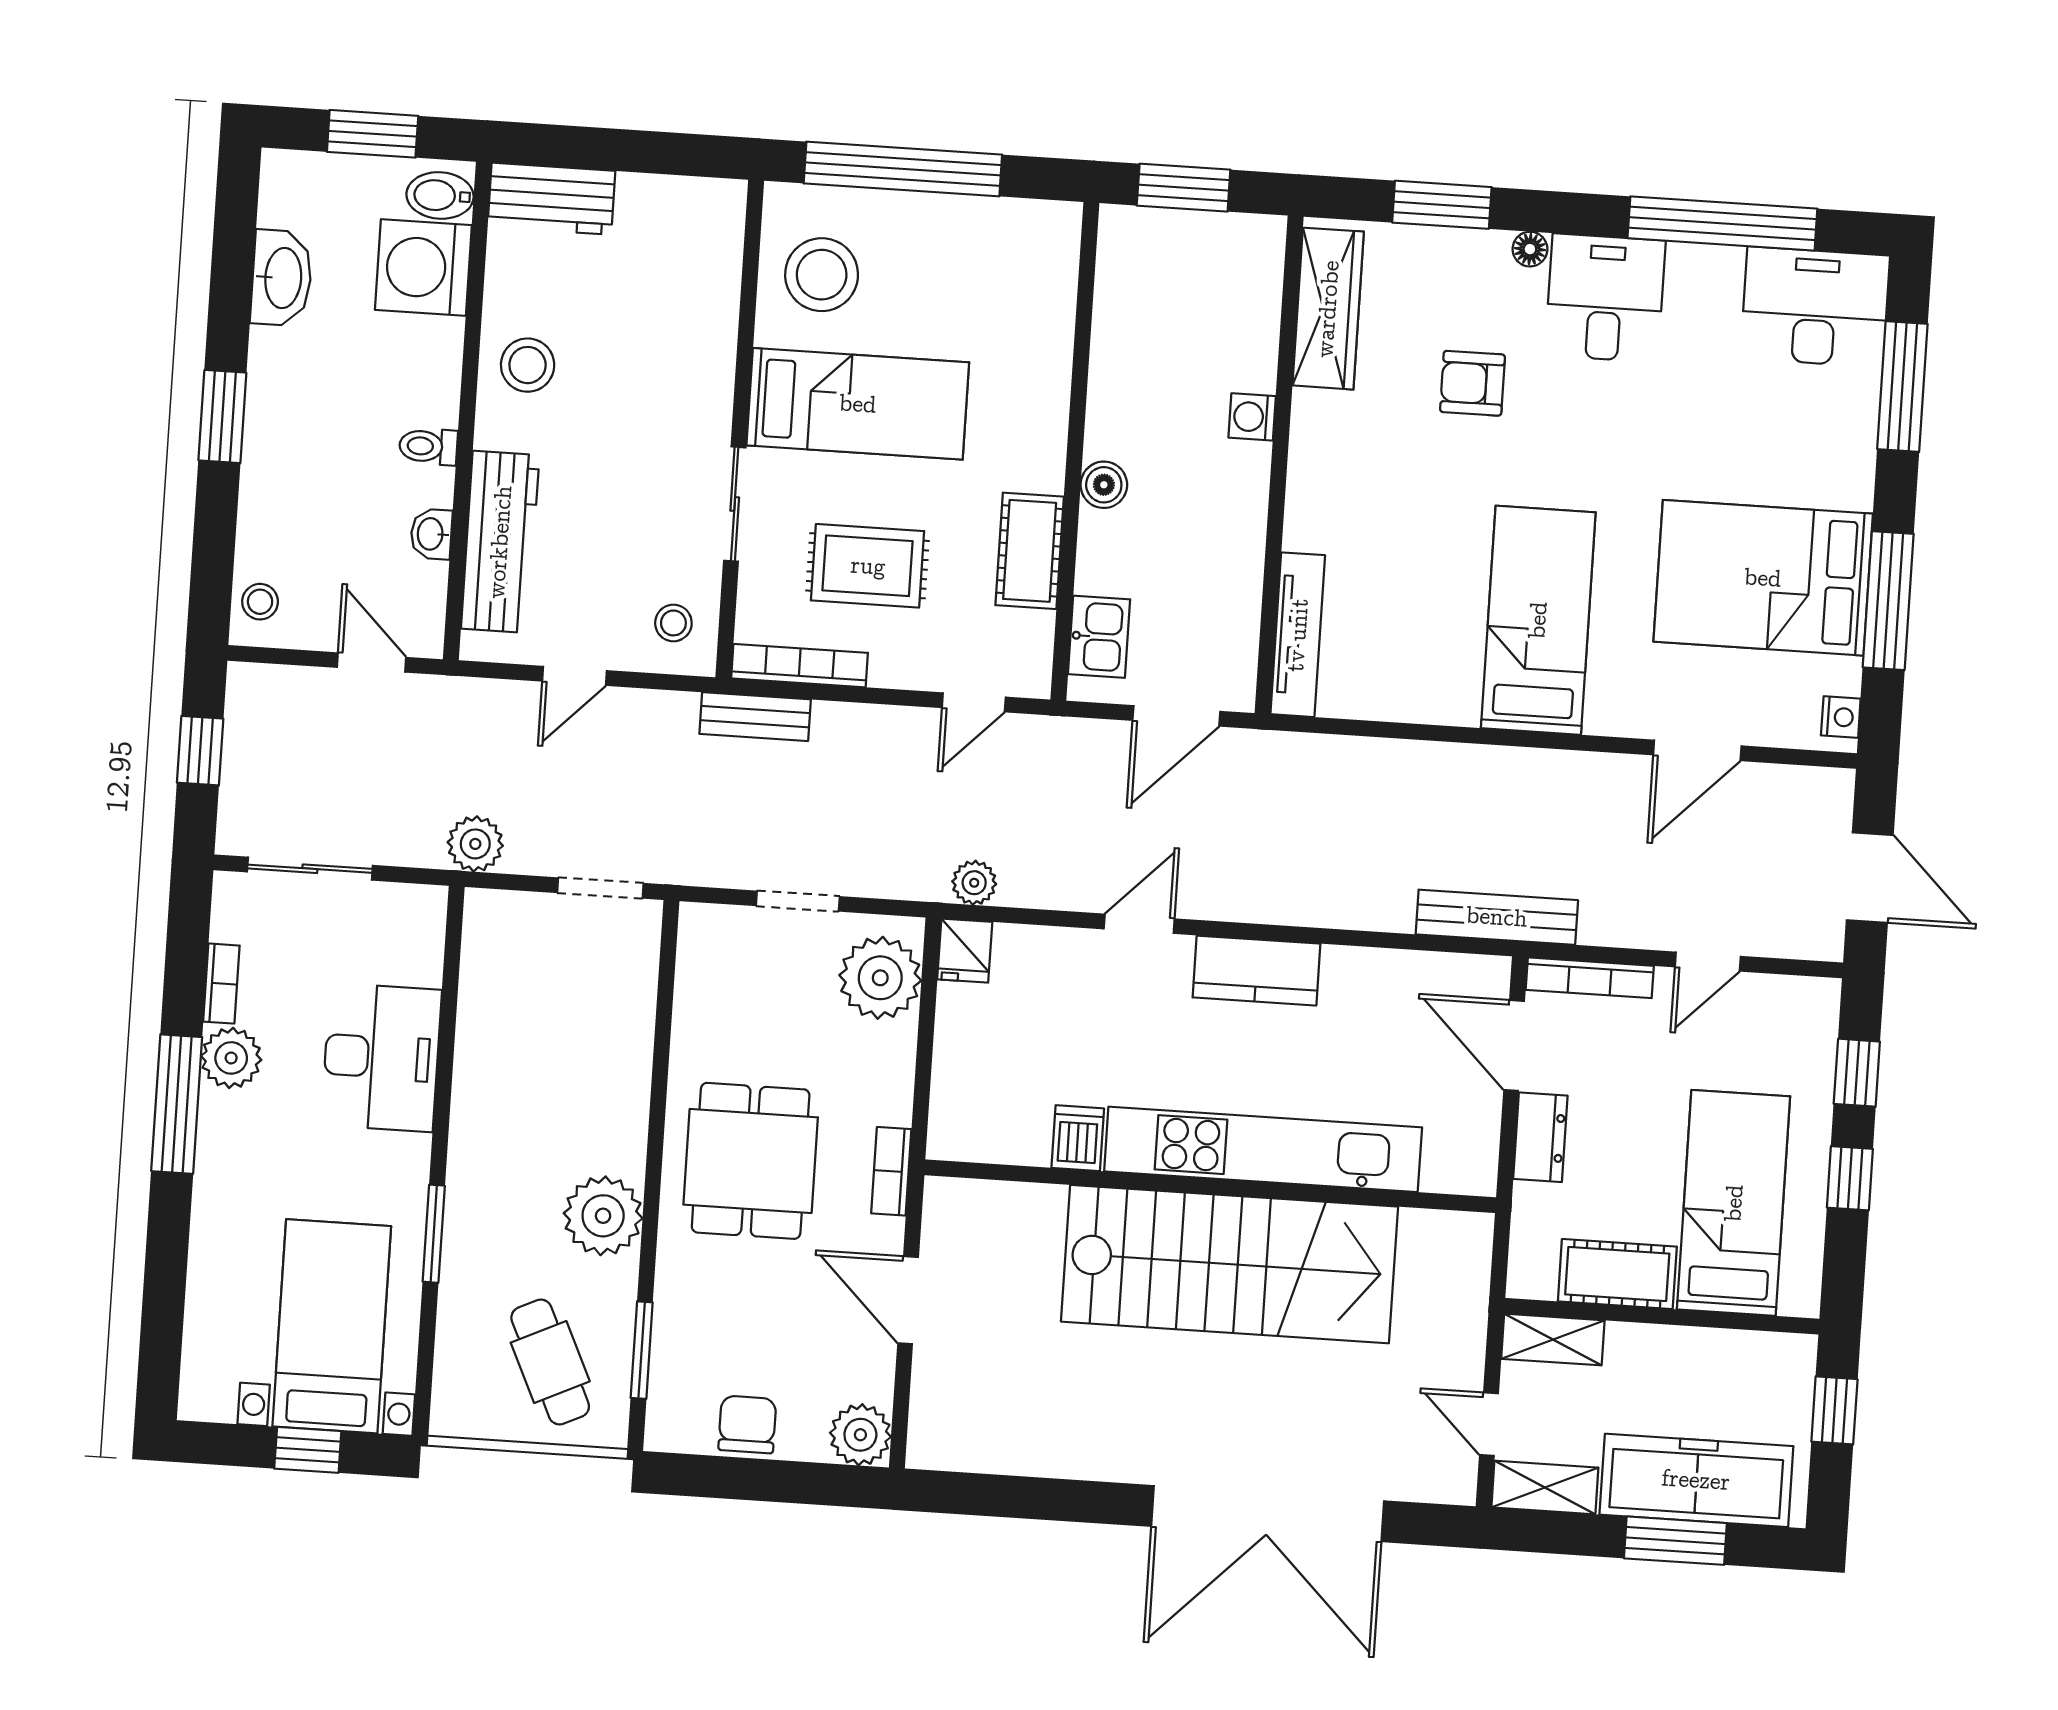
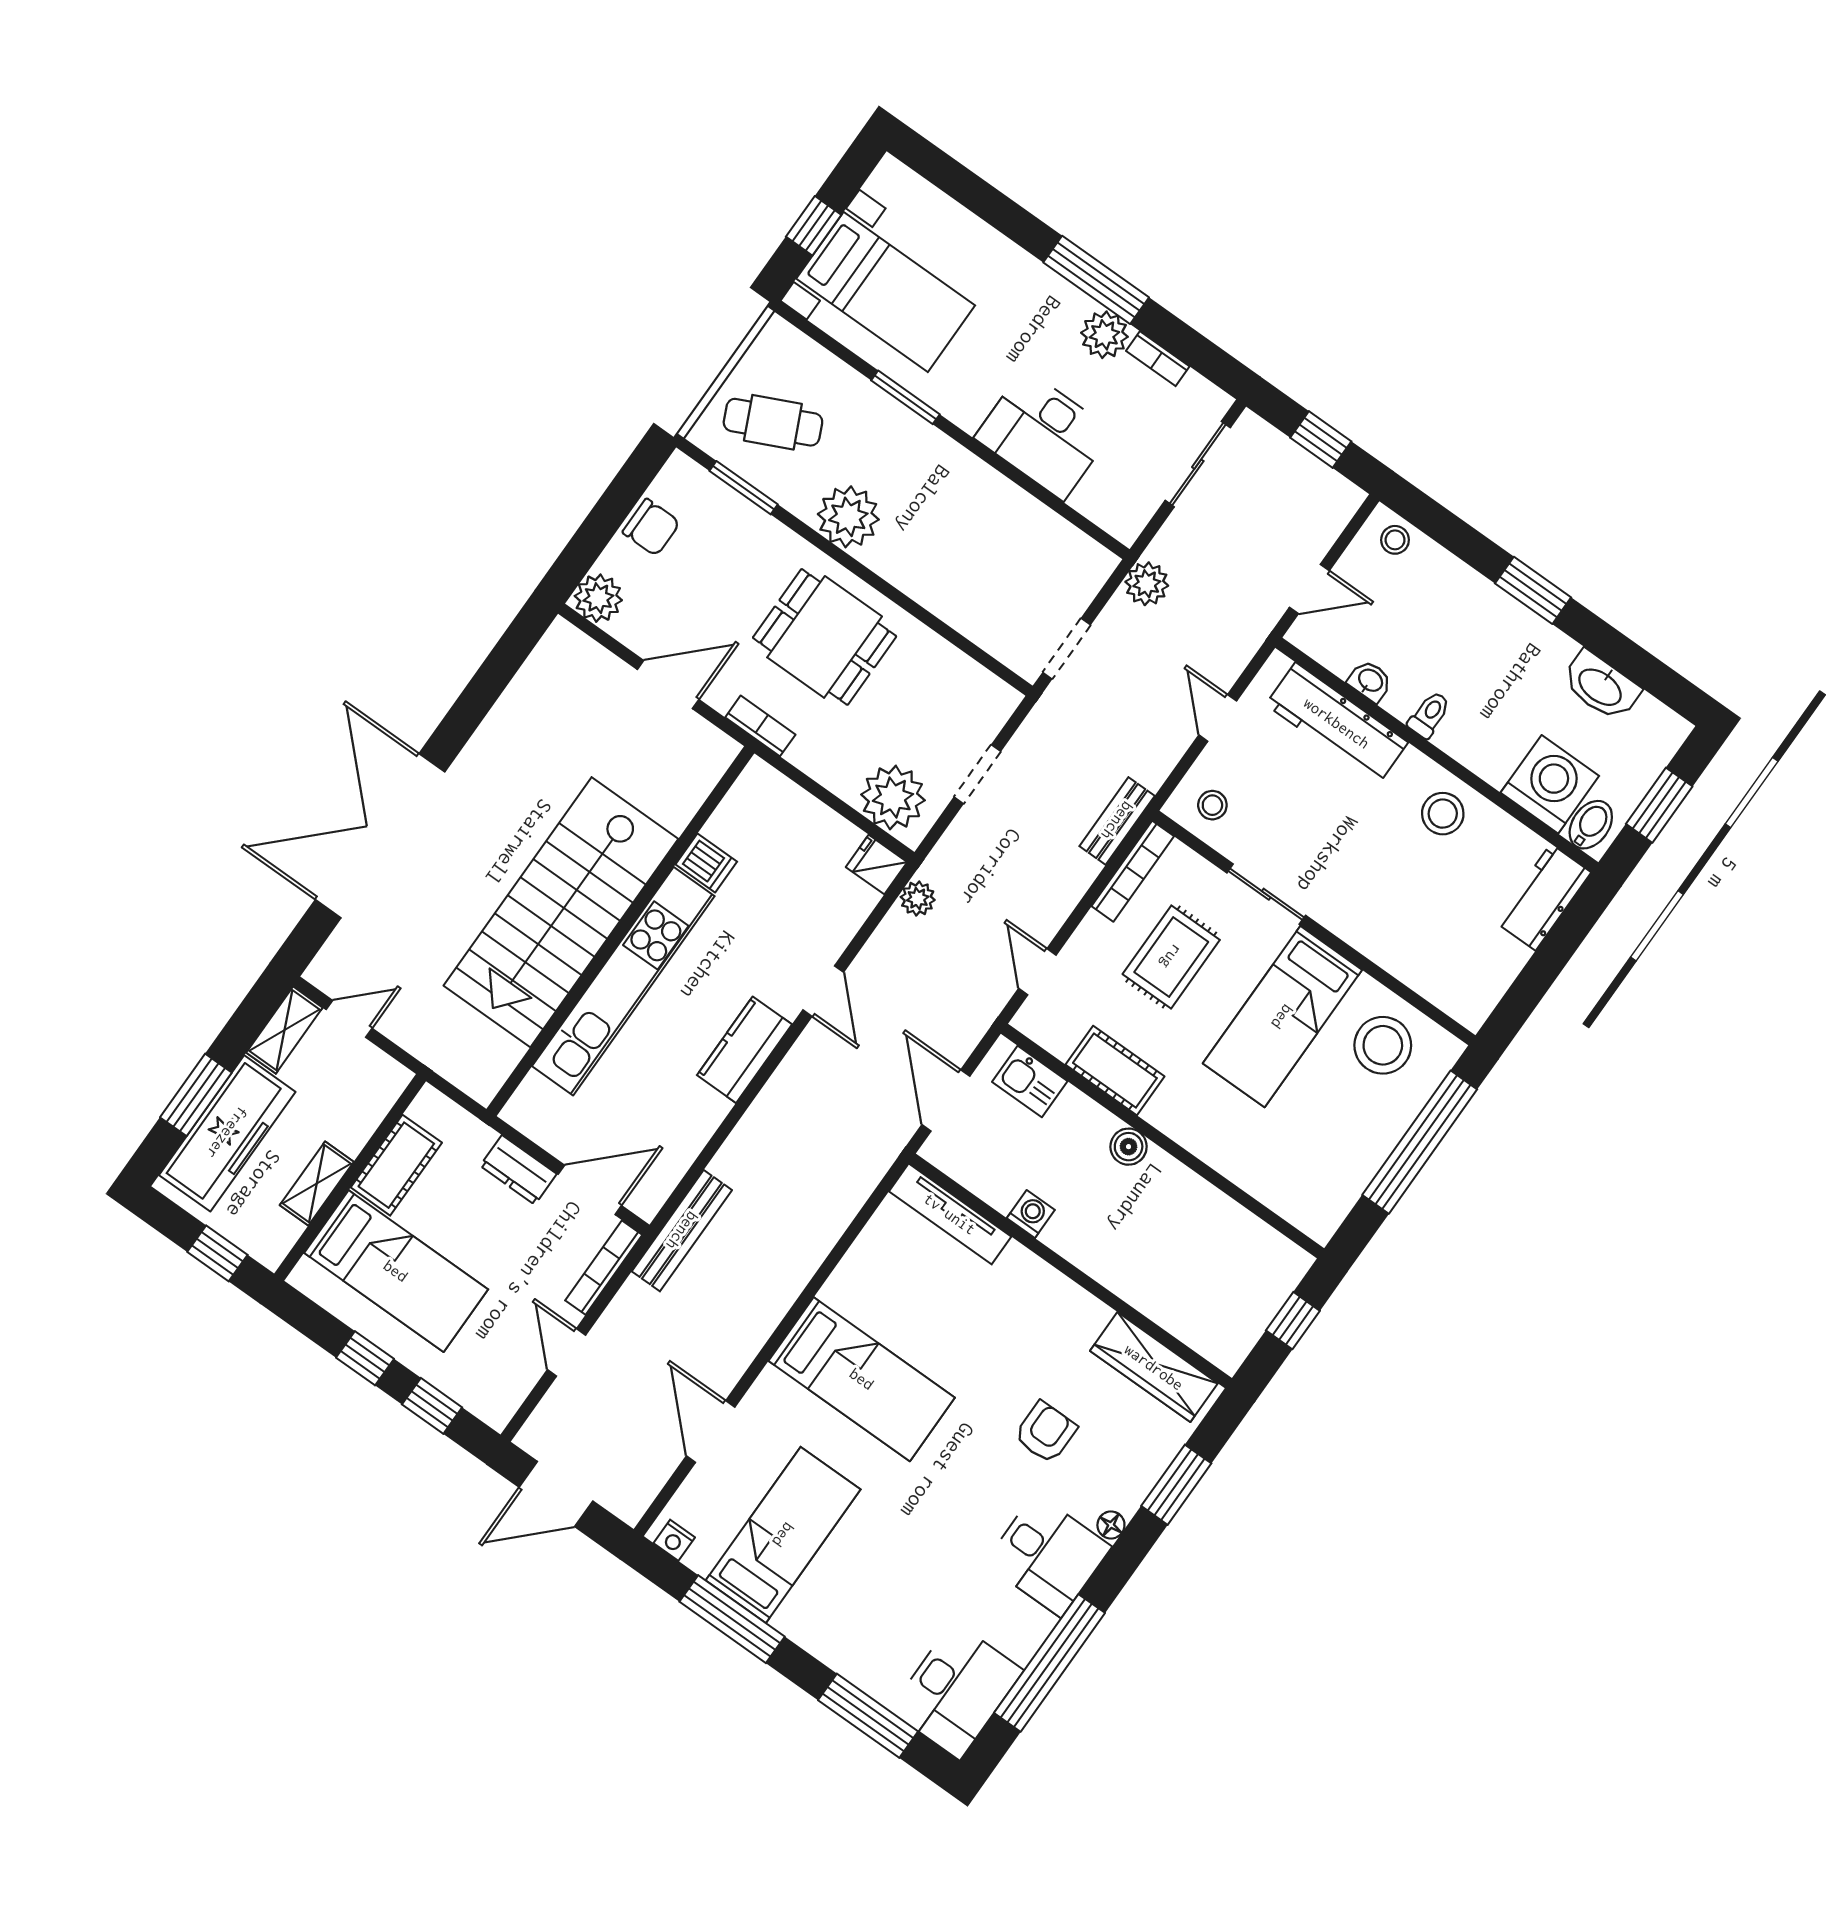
window: (1184, 188) -> (1293, 1321), width x0.67
washing machine: (1252, 417) -> (1031, 1214), moved
bed: (1763, 578) -> (783, 1535), width x0.67
shelving: (1553, 1340) -> (317, 1184), moved

